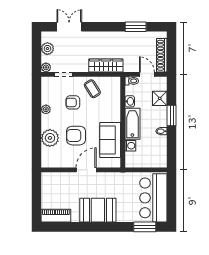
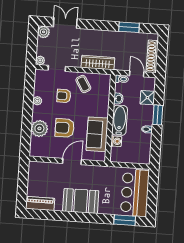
plant: (47, 49) -> (44, 32), moved

